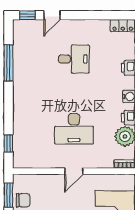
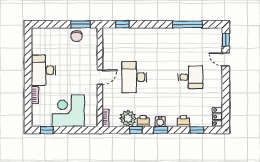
desk: (74, 59) -> (190, 77), turned -90
door: (74, 171) -> (100, 77), swing flipped

